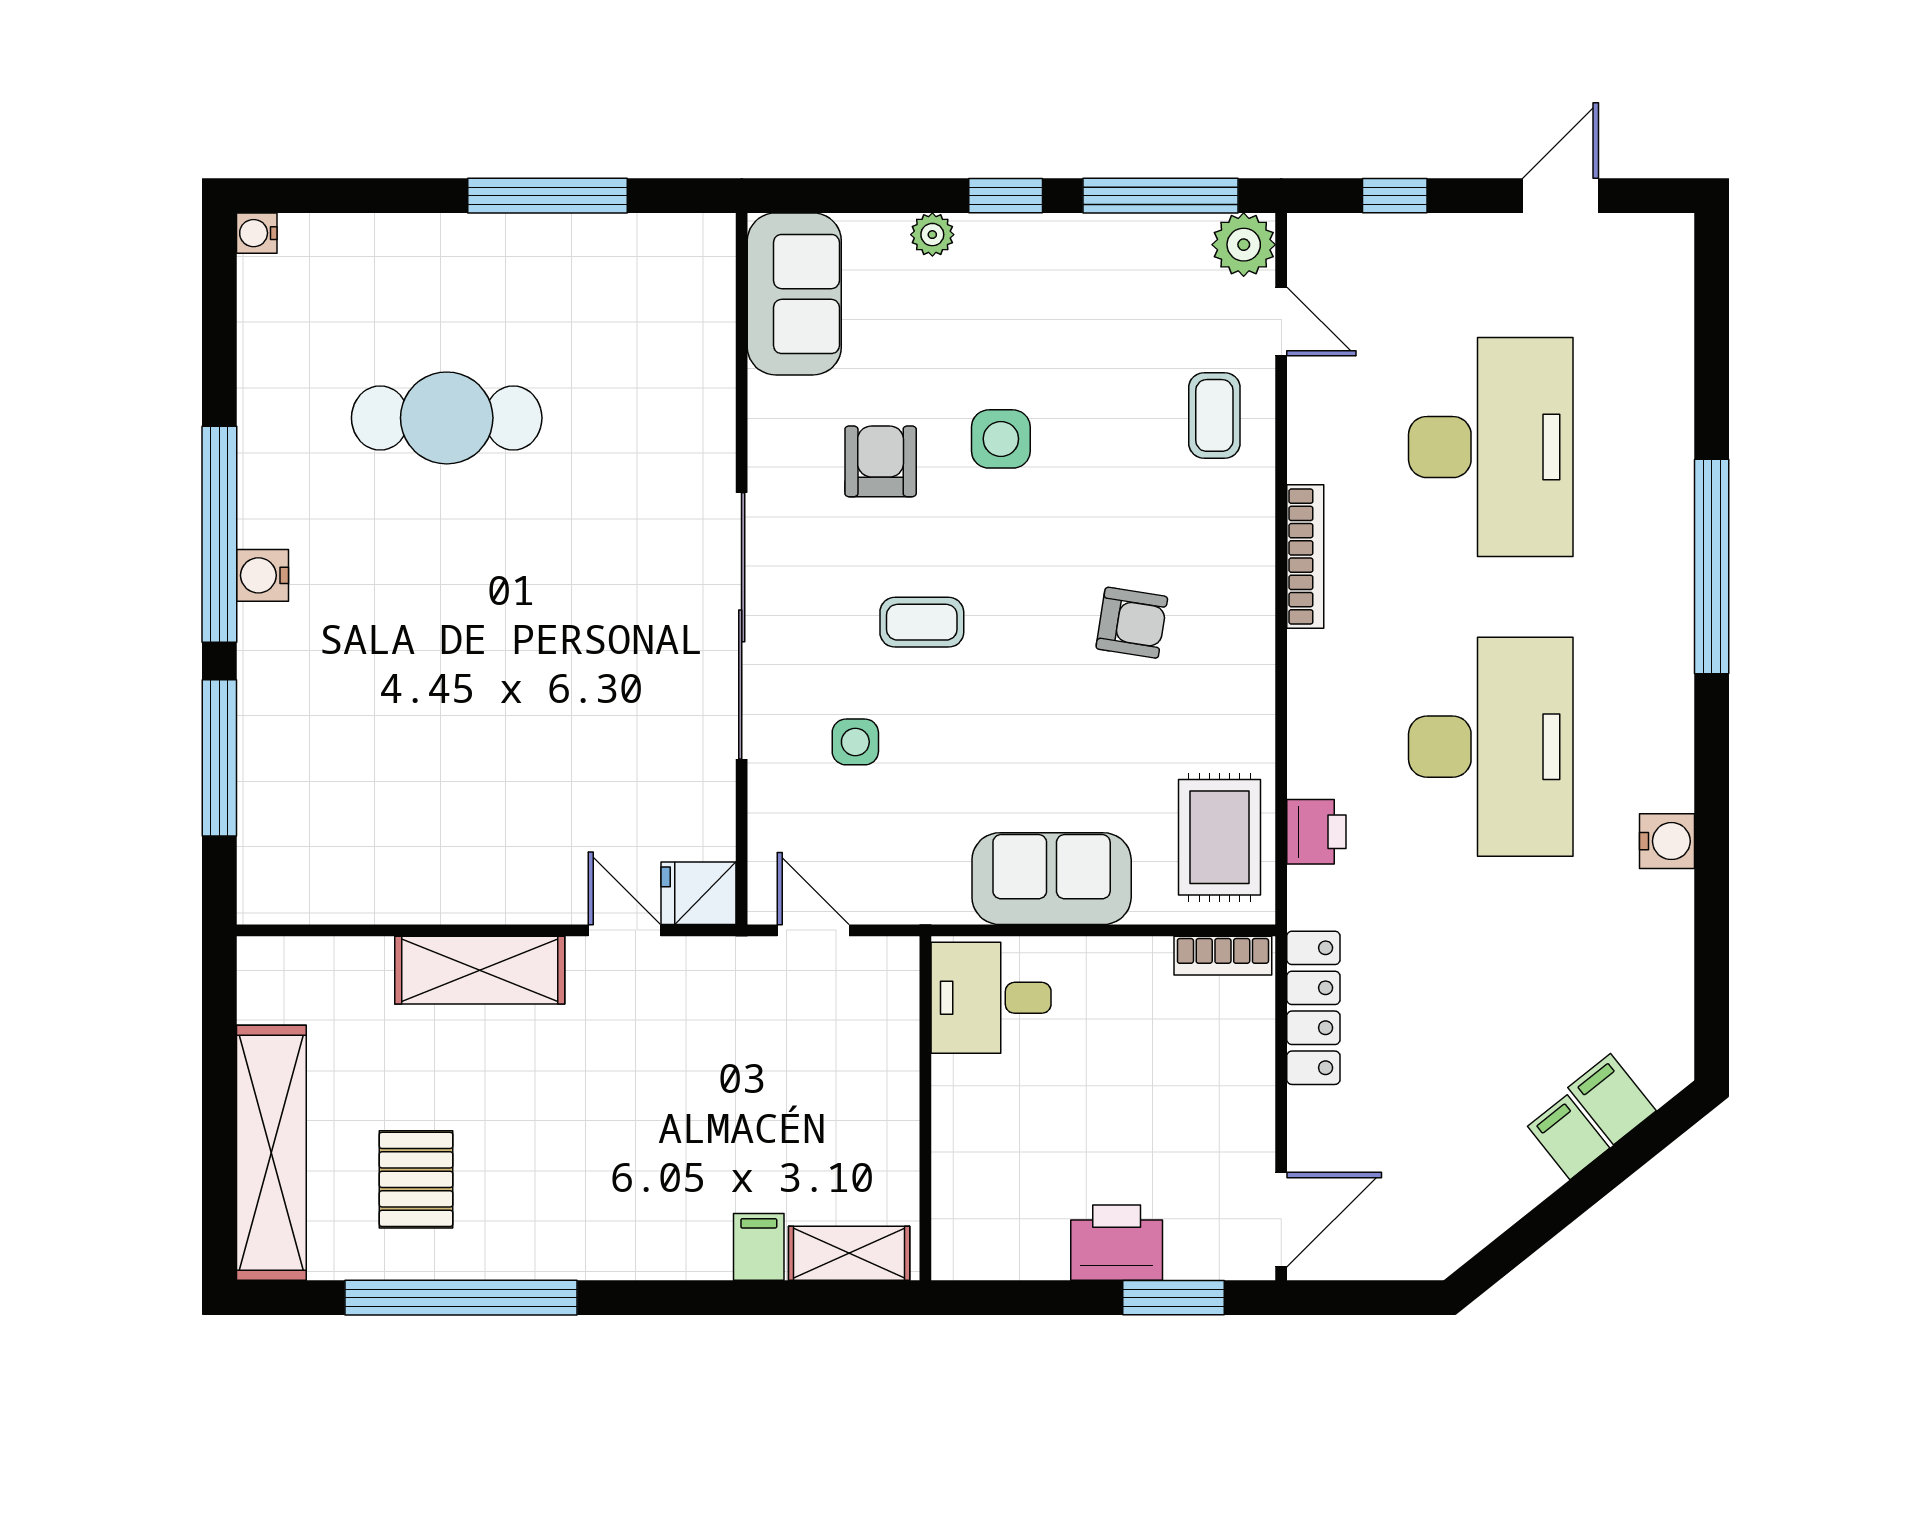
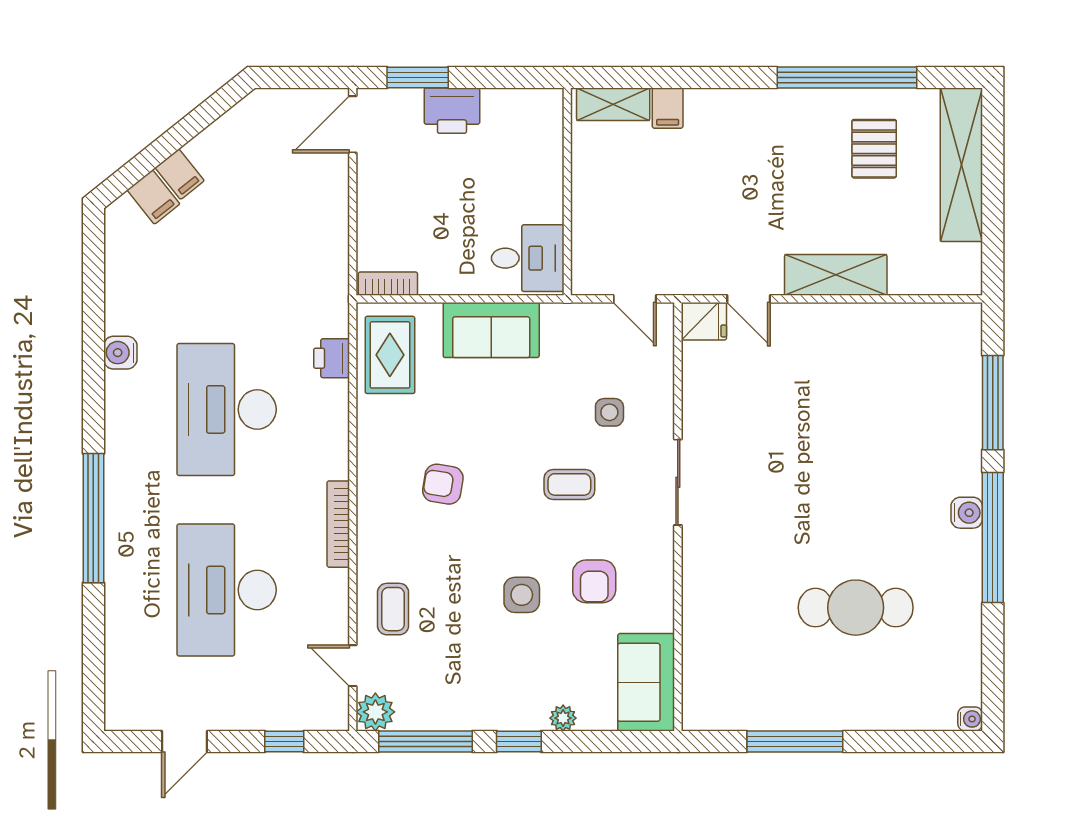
sliding door: (742, 626) -> (678, 482), width x0.54
locker: (1313, 1008) -> (333, 252), removed

